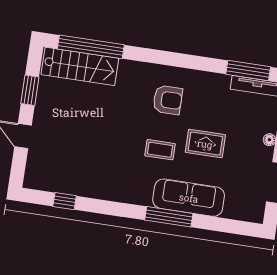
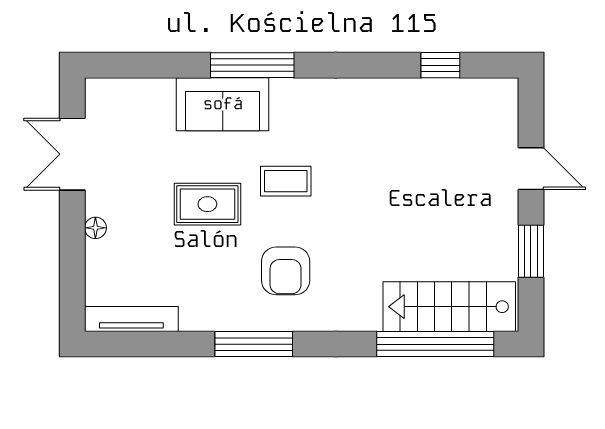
window: (248, 71) -> (254, 344), moved
armchair: (168, 100) -> (286, 271), turned -90
sofa: (189, 198) -> (223, 104), width x0.73

